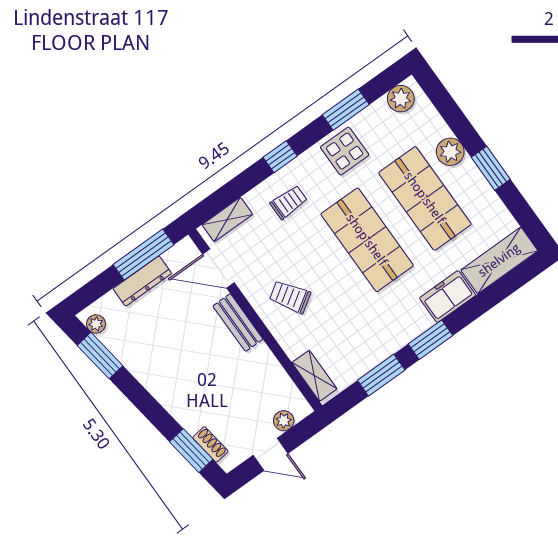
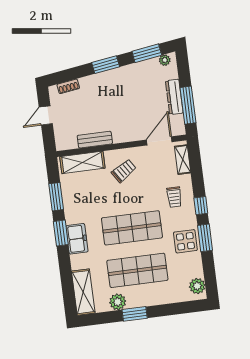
window: (346, 110) -> (205, 238), moved
plant: (450, 152) -> (118, 302), moved
freezer: (448, 297) -> (77, 239), moved
bench: (238, 323) -> (95, 140), moved
shelving: (314, 376) -> (82, 162), width x1.50, depth x1.33
plant: (284, 421) -> (60, 132), removed
window: (191, 451) -> (106, 65), moved

